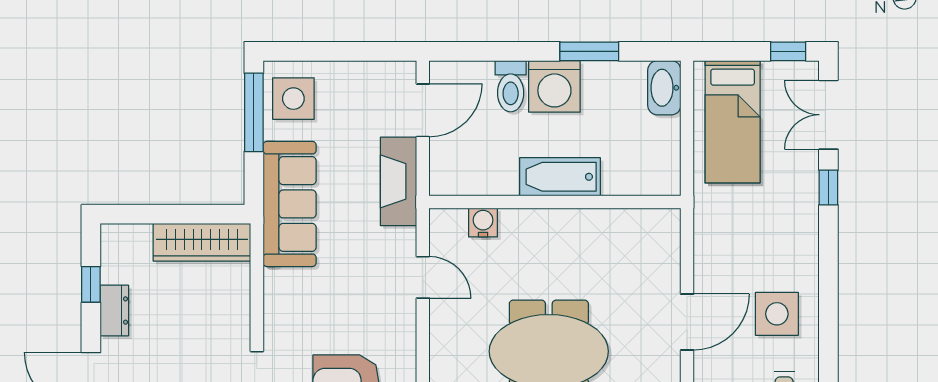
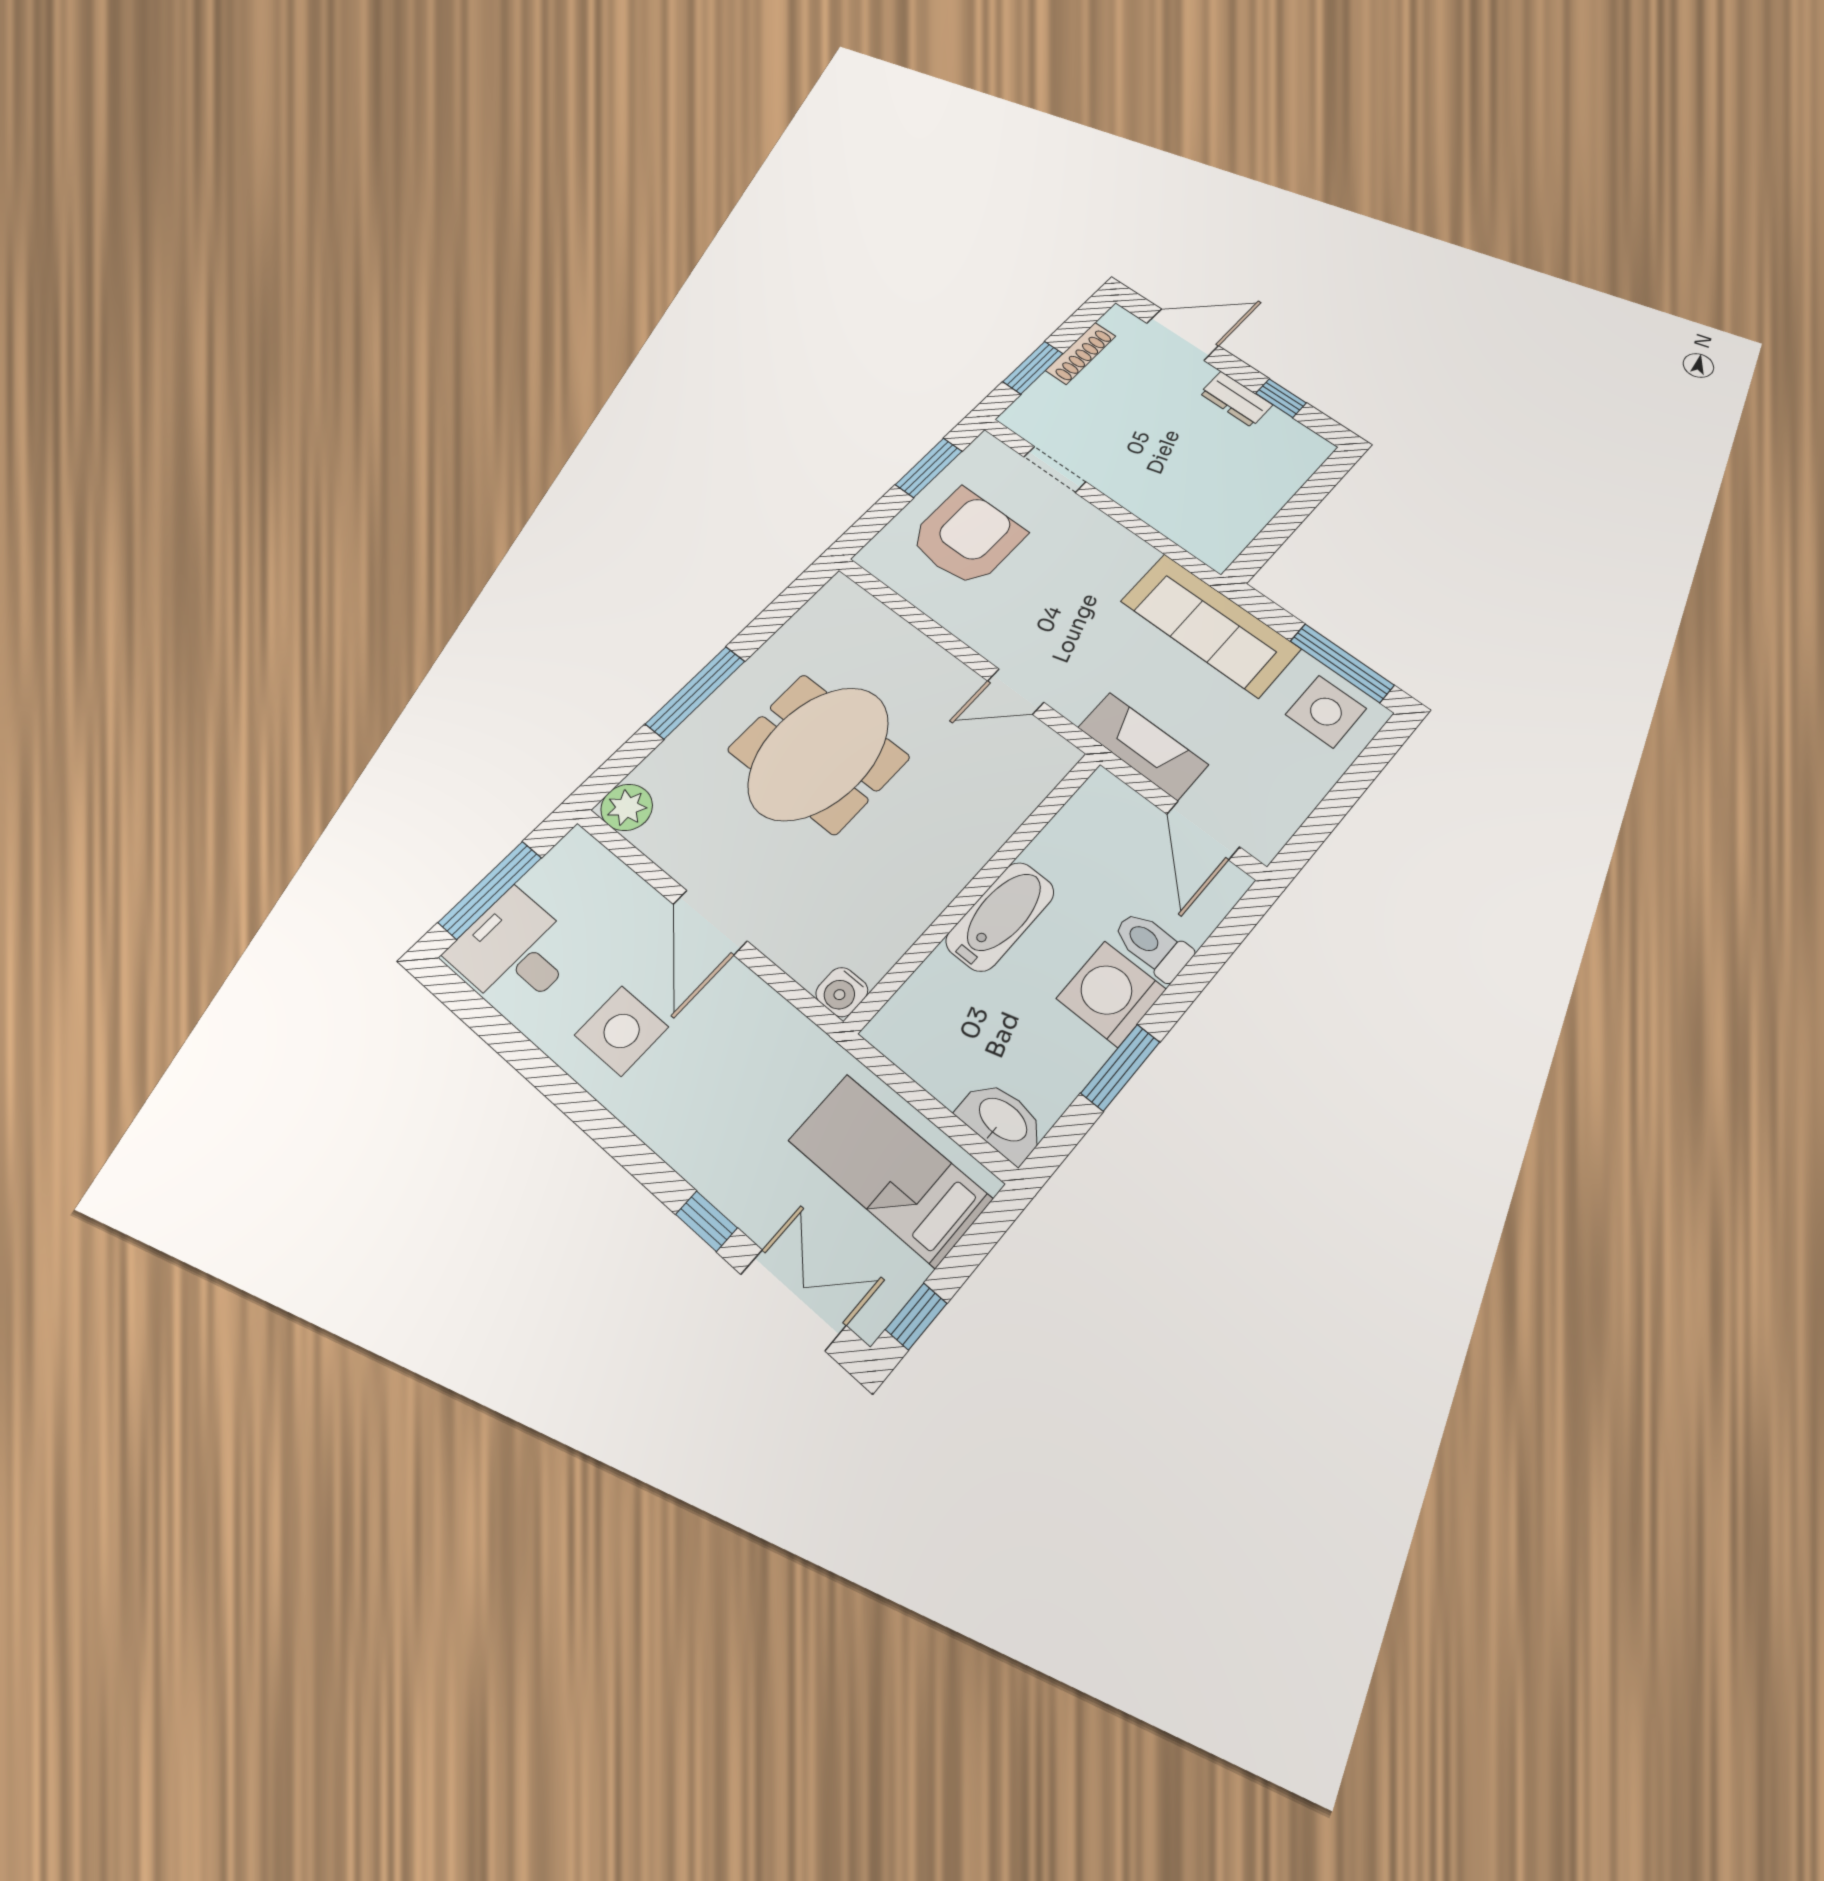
water cooler: (483, 222) -> (842, 992), moved, turned 90
wardrobe: (202, 242) -> (1240, 519), removed

